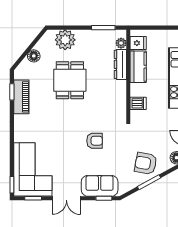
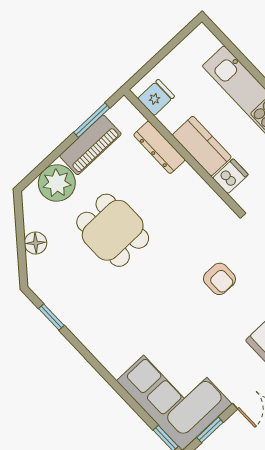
plant: (121, 43) -> (134, 119), removed
kitchen counter: (138, 67) -> (202, 146), moved
piano: (21, 97) -> (90, 145), moved, turned 90
armchair: (95, 141) -> (219, 279), turned 90

